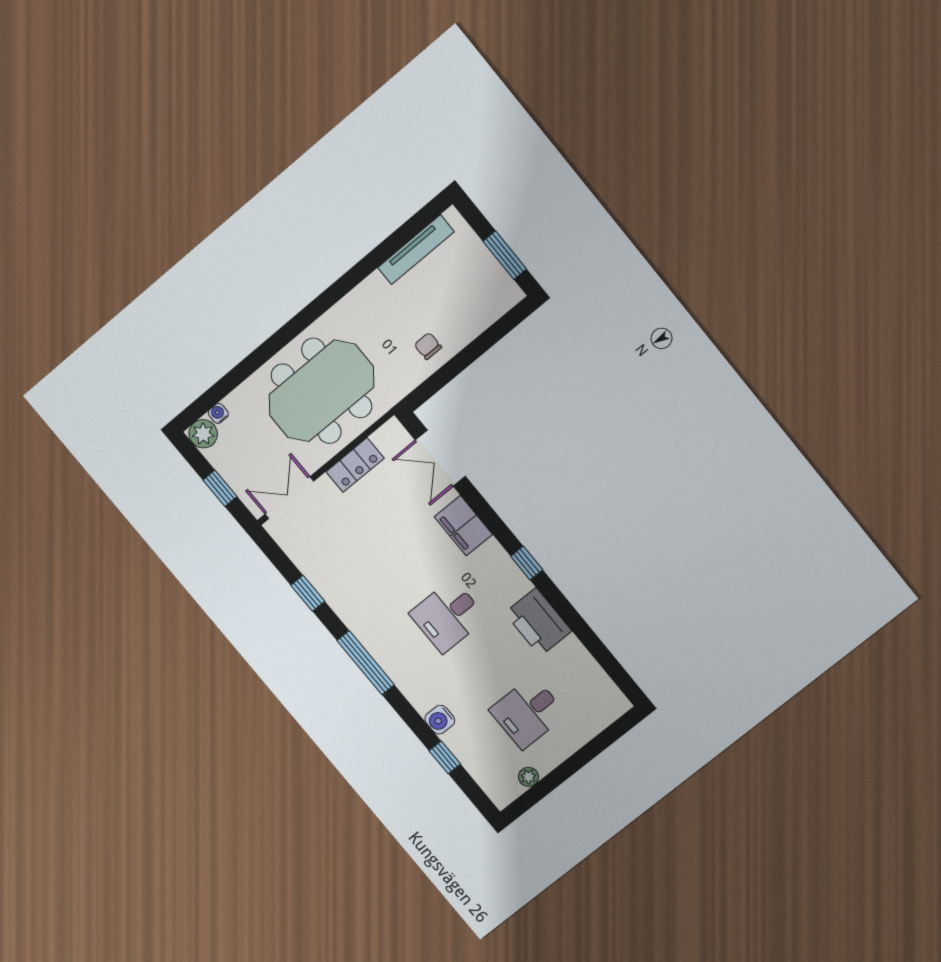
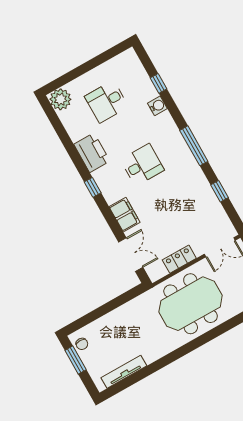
chair: (428, 346) -> (82, 344), moved
desk: (528, 712) -> (107, 102), turned 180
plant: (529, 777) -> (60, 99), moved, width x1.87, depth x1.87

